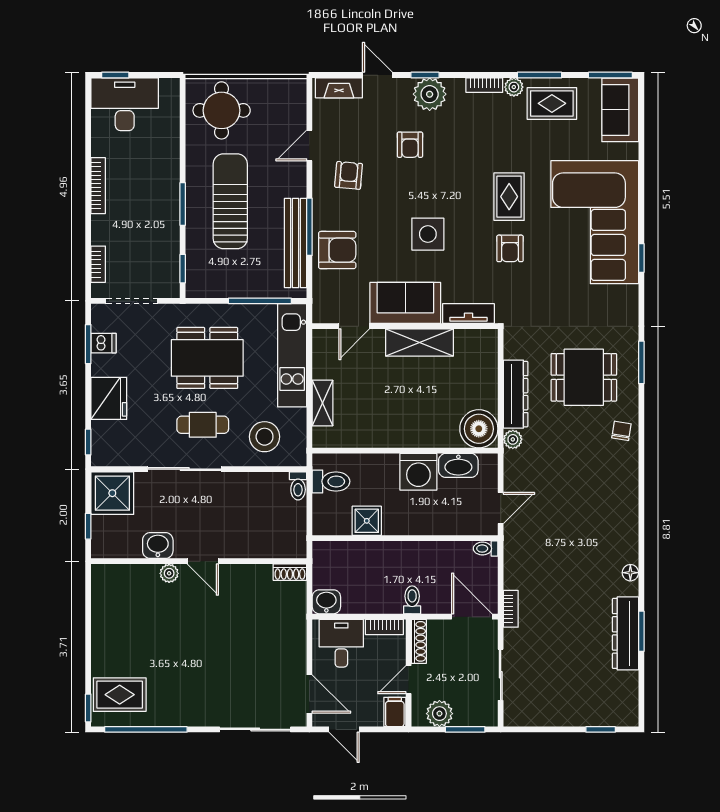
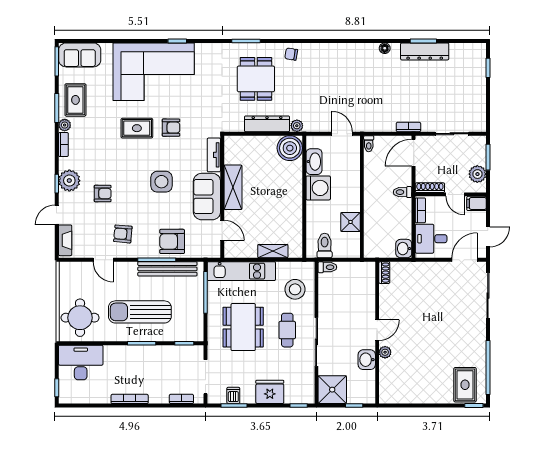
desk: (125, 104) -> (81, 363), moved, turned 90
armchair: (337, 250) -> (172, 241), turned -90

